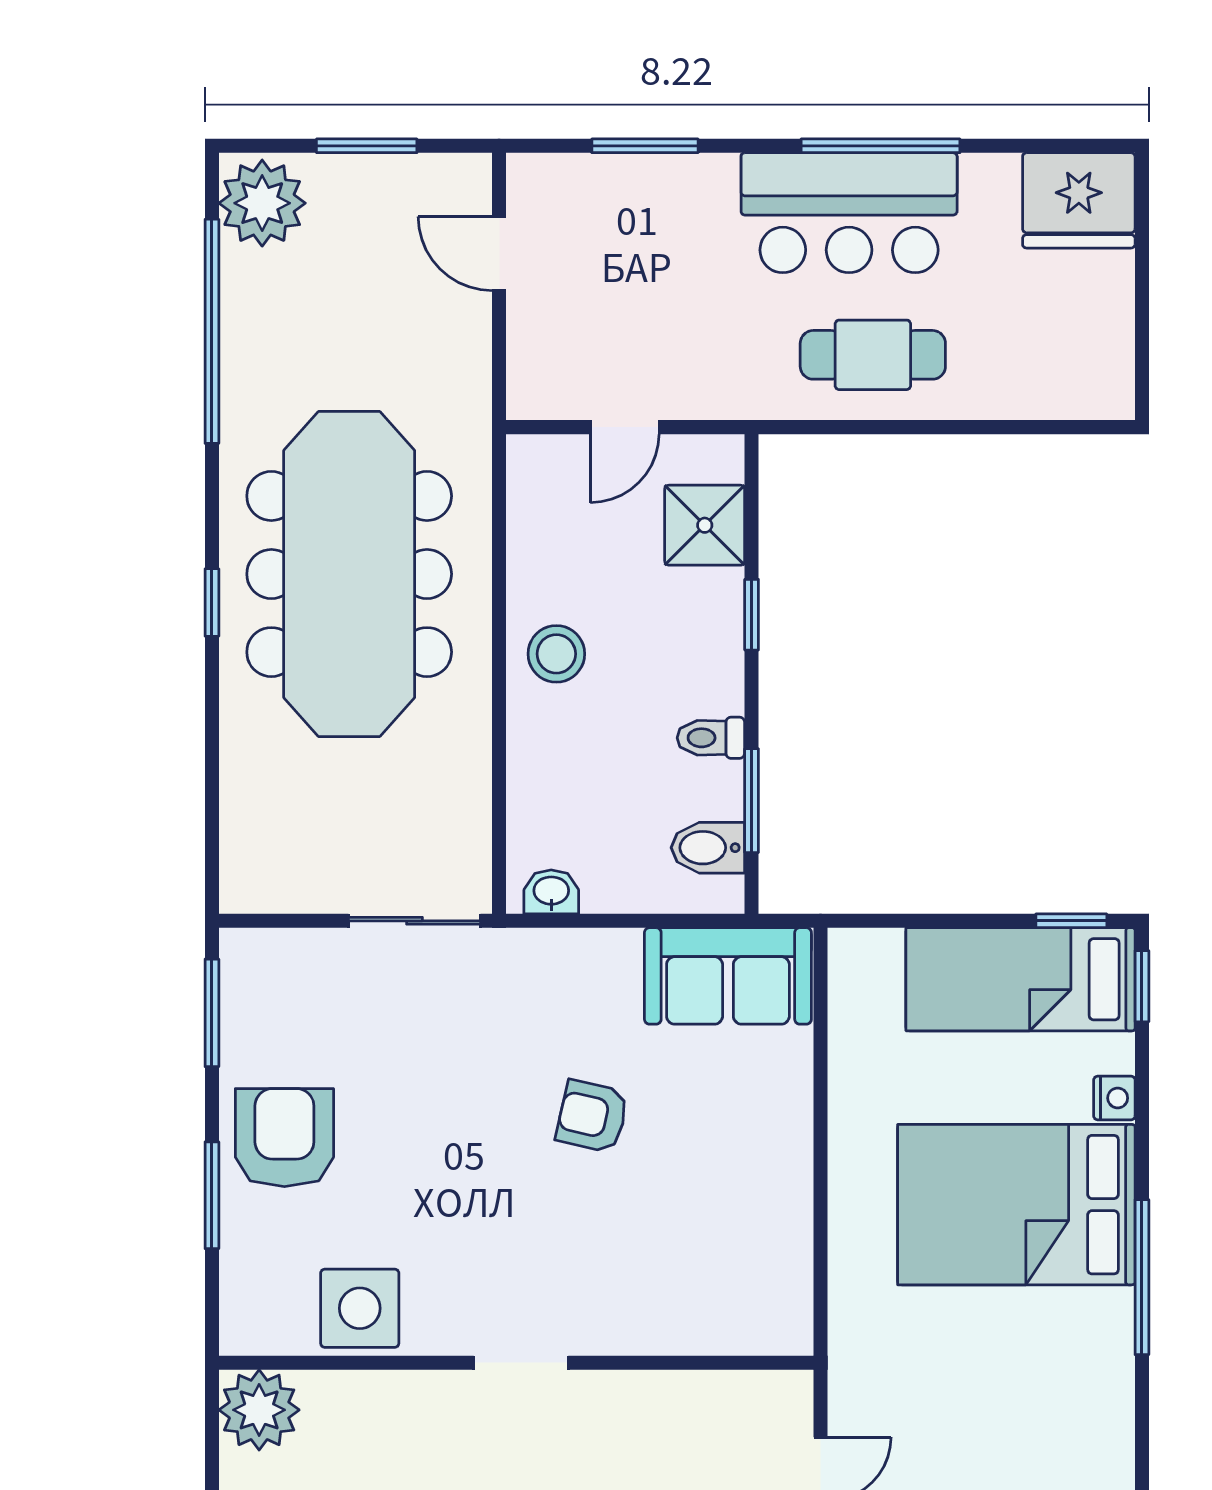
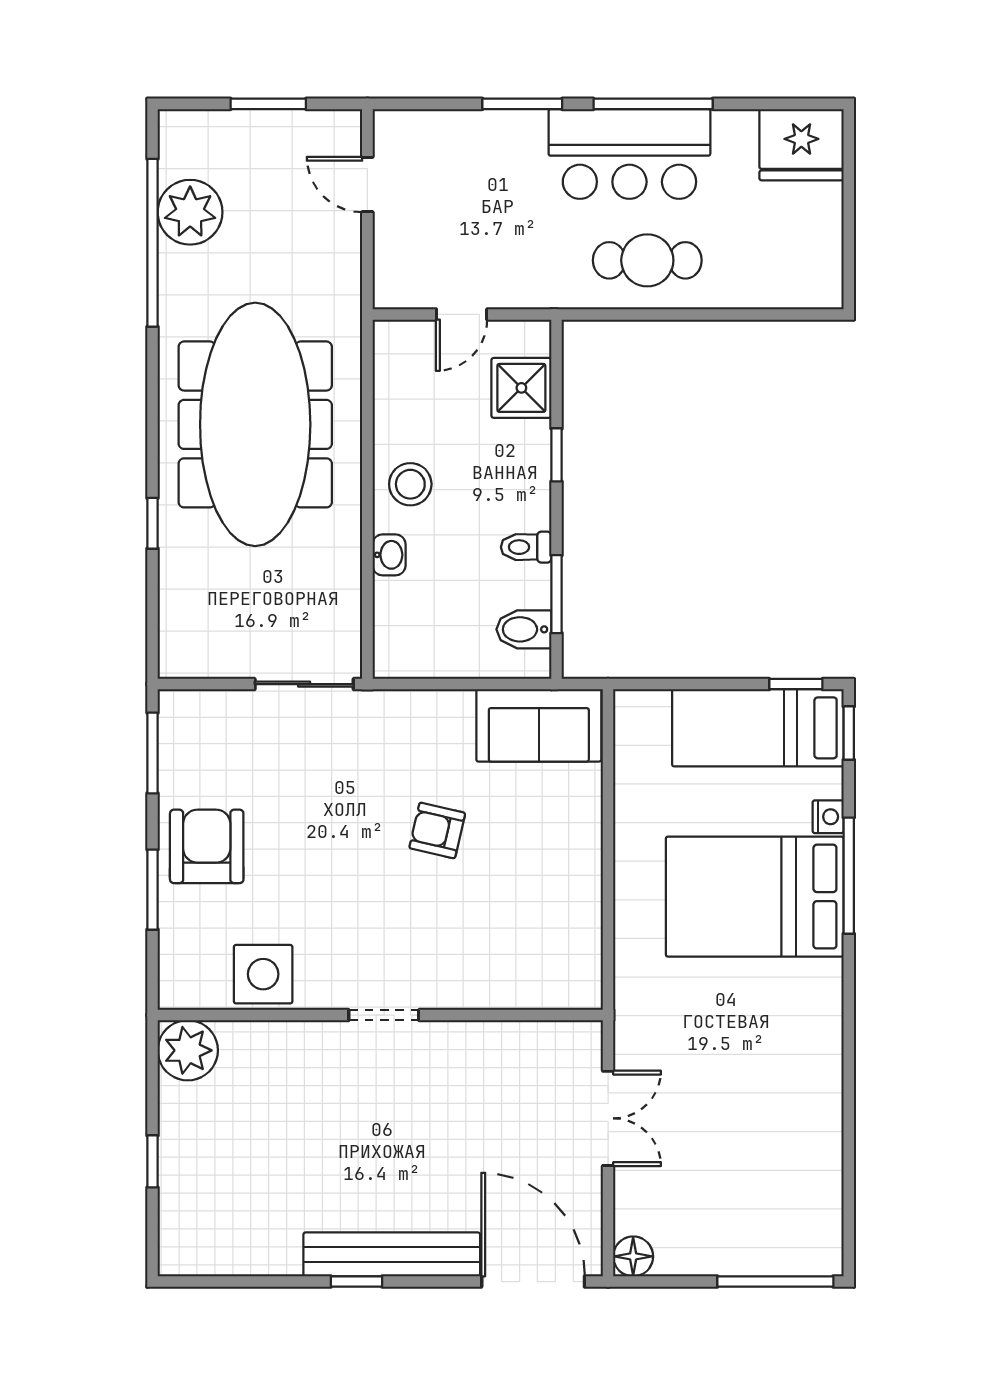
window: (645, 146) -> (522, 104), moved
plant: (262, 203) -> (190, 212), moved
window: (212, 602) -> (152, 523), moved
washbasin: (551, 892) -> (389, 555), moved, turned 90
window: (1142, 1277) -> (849, 876), moved

